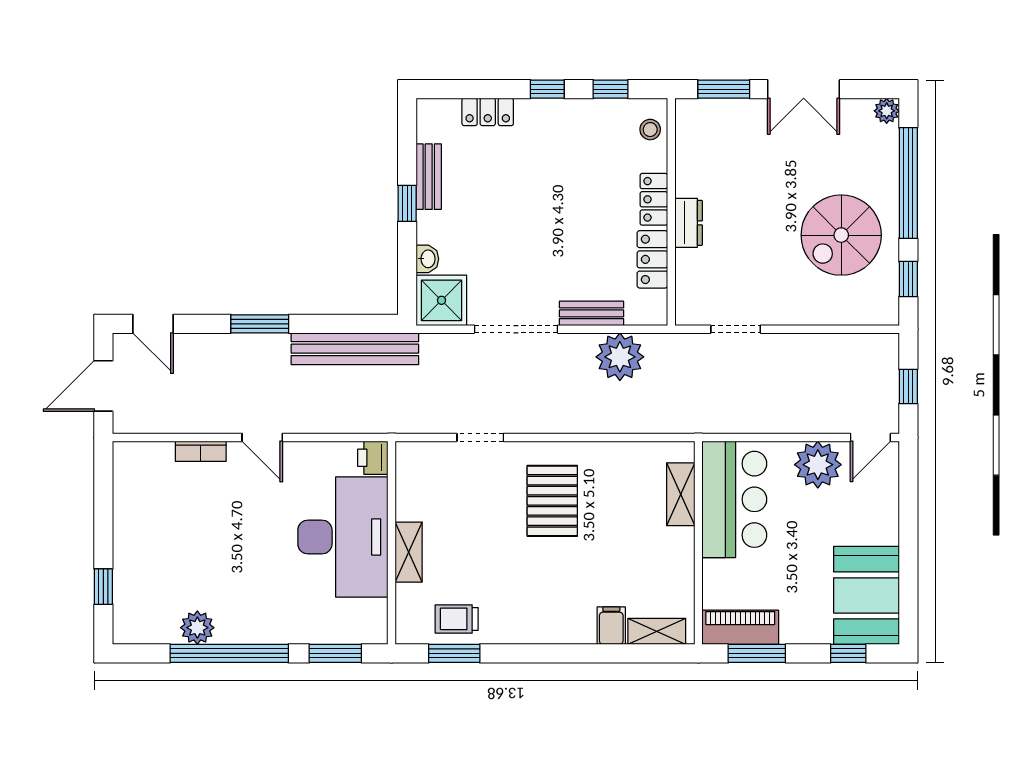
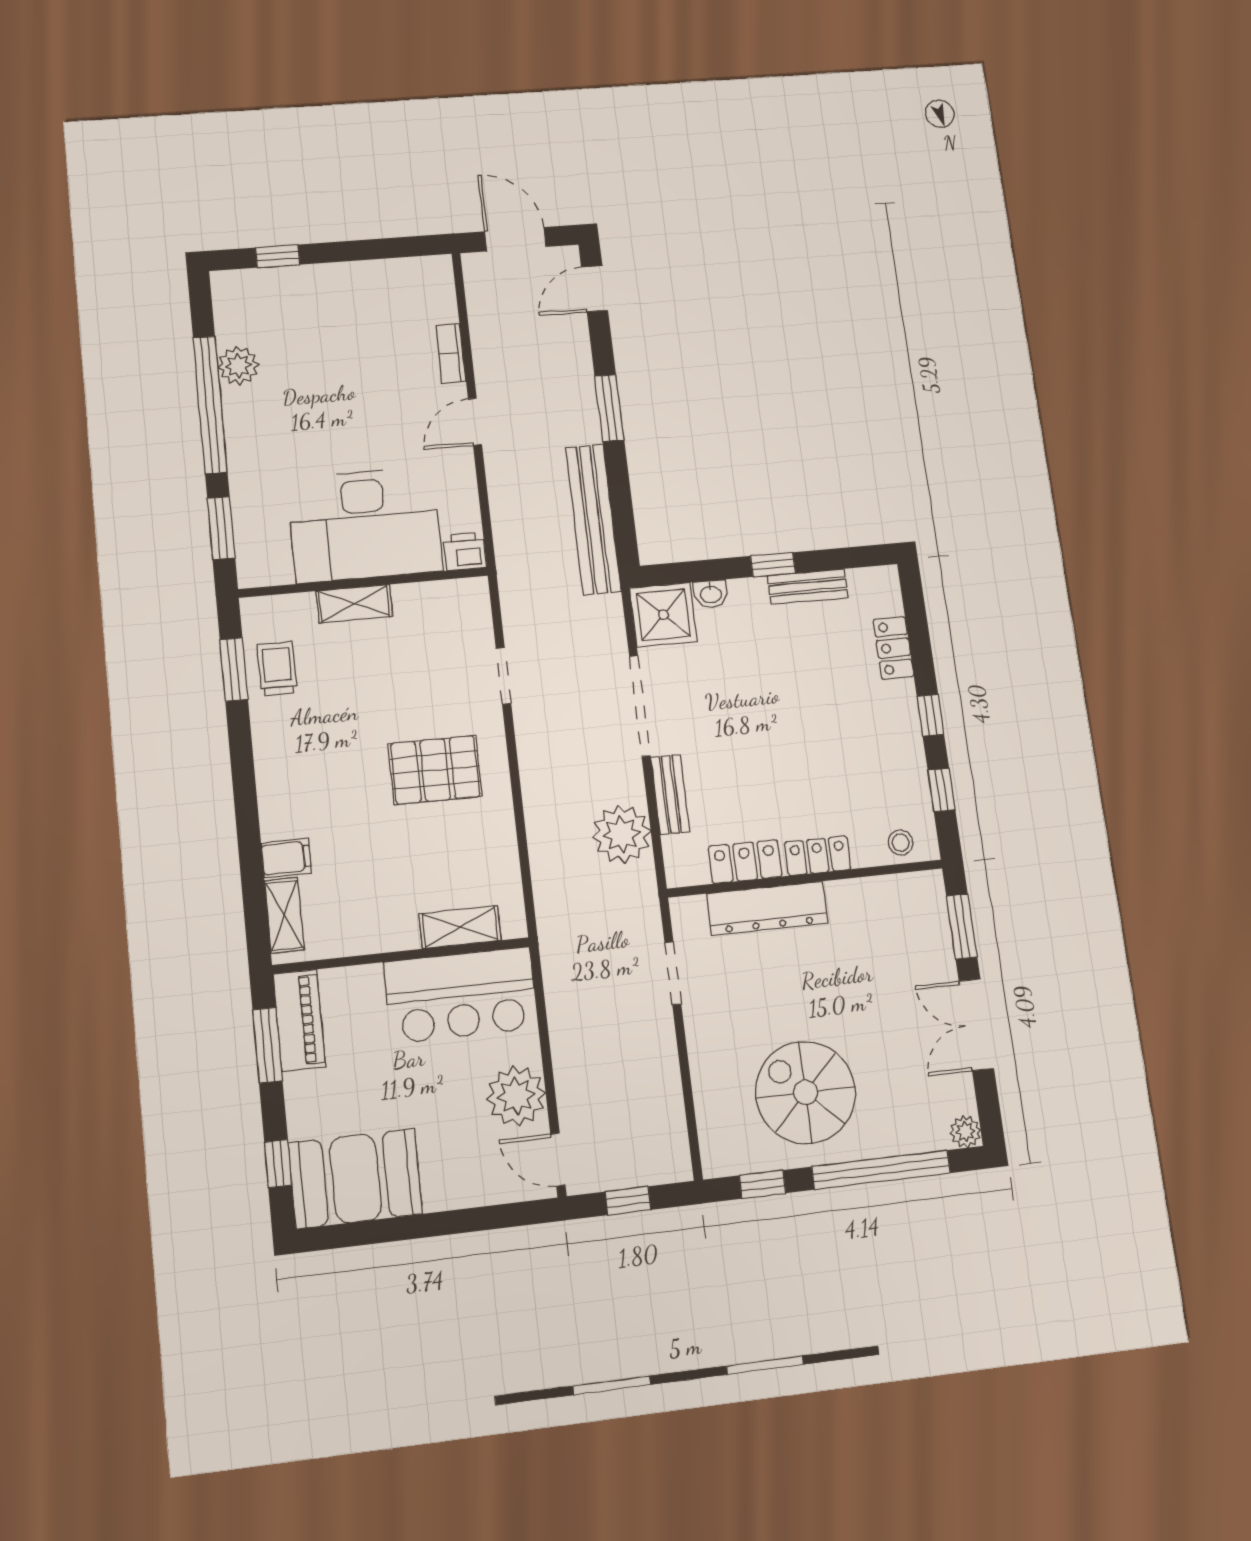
dresser: (689, 223) -> (767, 908), width x1.96, depth x1.24

